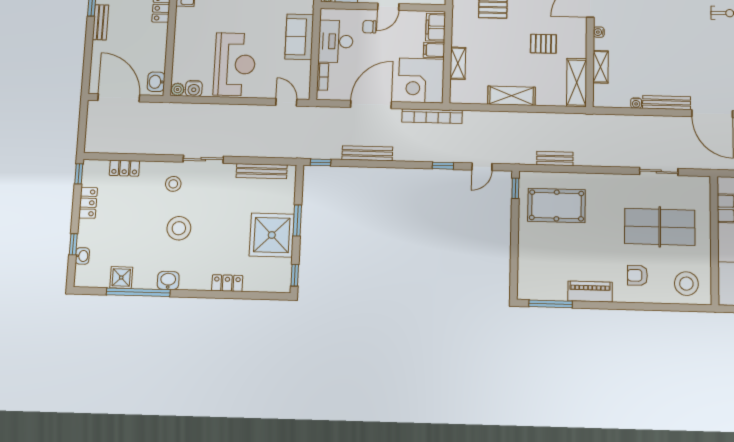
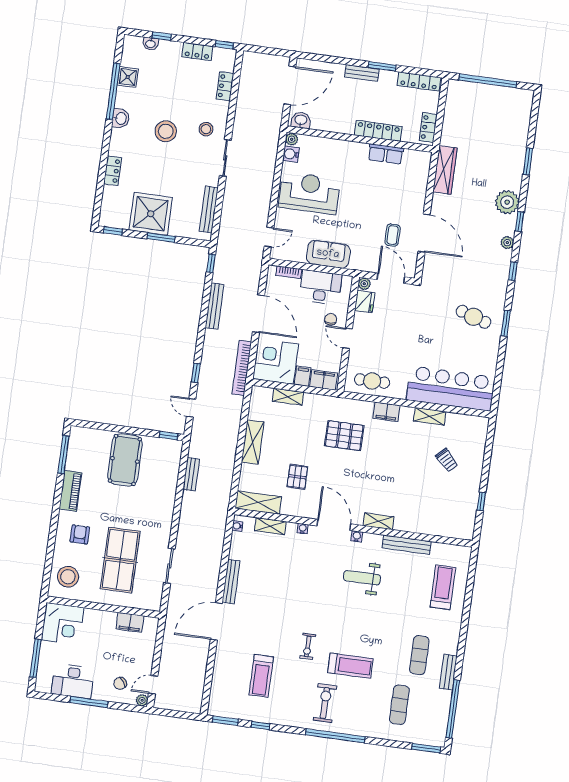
reception desk: (235, 64) -> (309, 193), turned 180
water cooler: (636, 103) -> (237, 526), moved
pool table: (557, 205) -> (125, 460), moved

